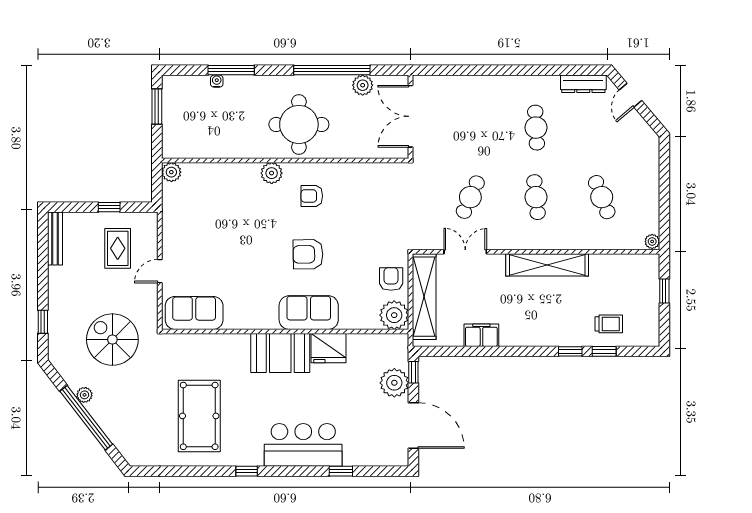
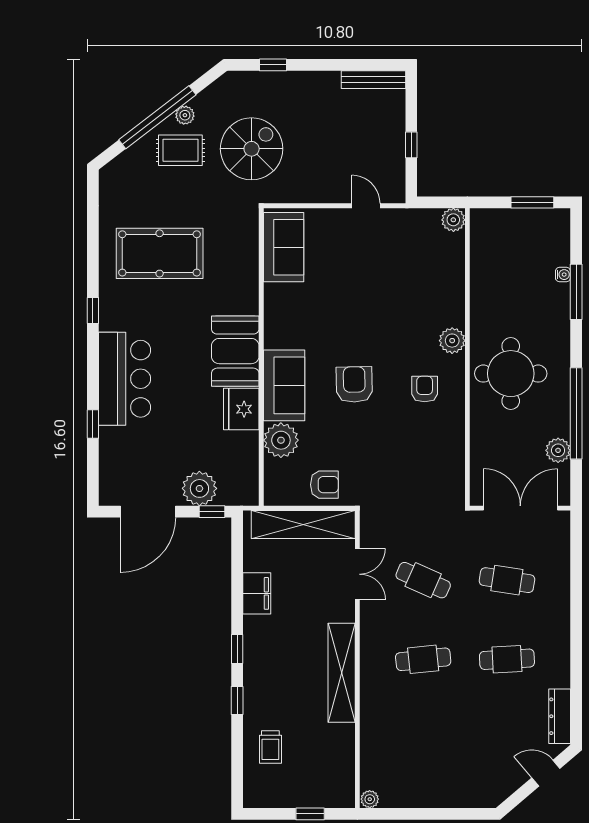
cafe table: (602, 197) -> (507, 580), moved, turned 30
rug: (118, 248) -> (180, 150), moved
door: (160, 271) -> (366, 206), moved
plant: (394, 315) -> (281, 440), moved
window: (604, 351) -> (237, 649), moved

